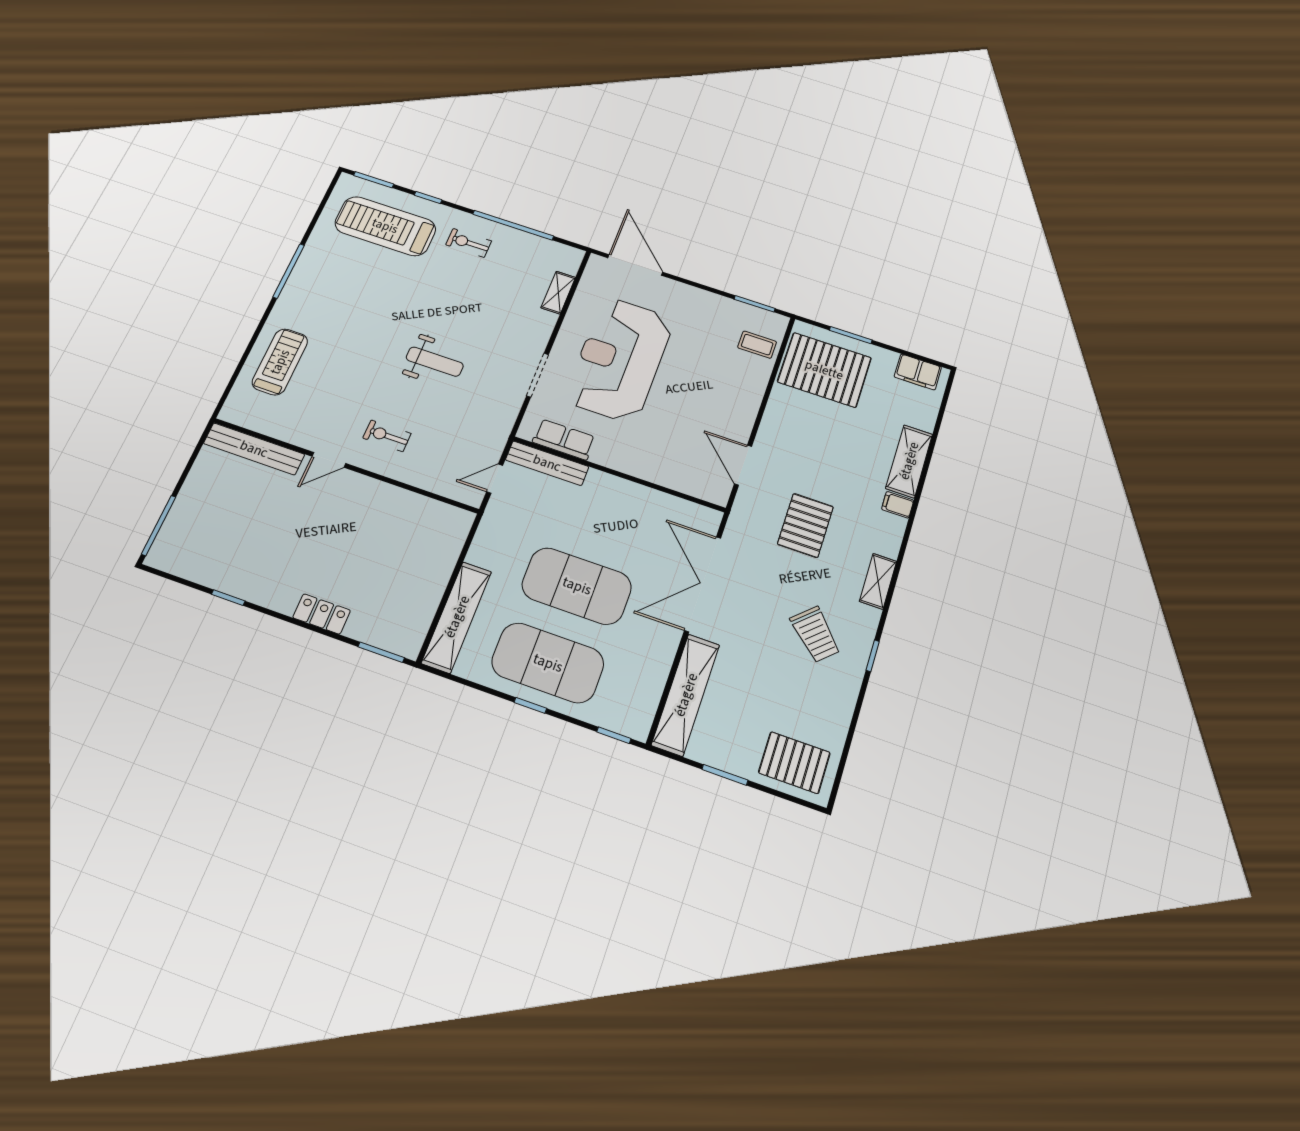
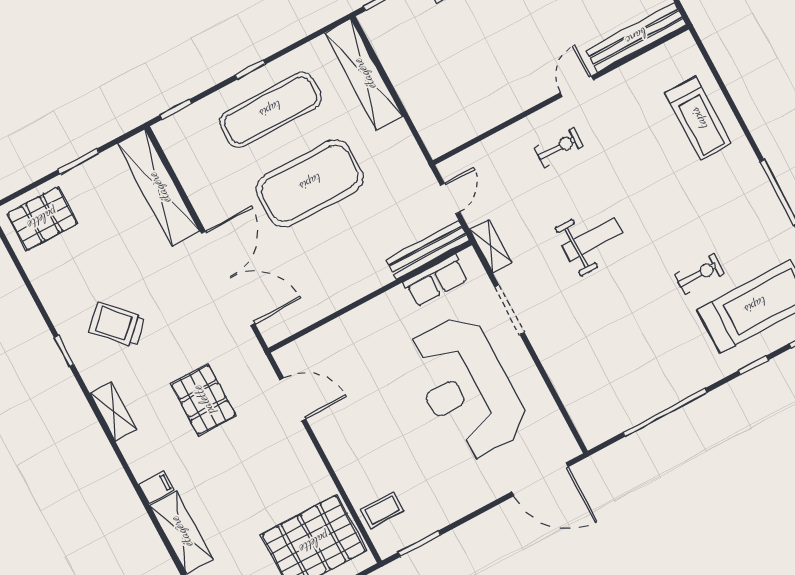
exercise bike: (469, 243) -> (699, 274), moved
shelving: (558, 293) -> (491, 246), moved
reception desk: (620, 359) -> (466, 387), turned 180
weight bench: (435, 362) -> (592, 239), turned 180
exercise mat: (548, 663) -> (270, 110), width x0.68

